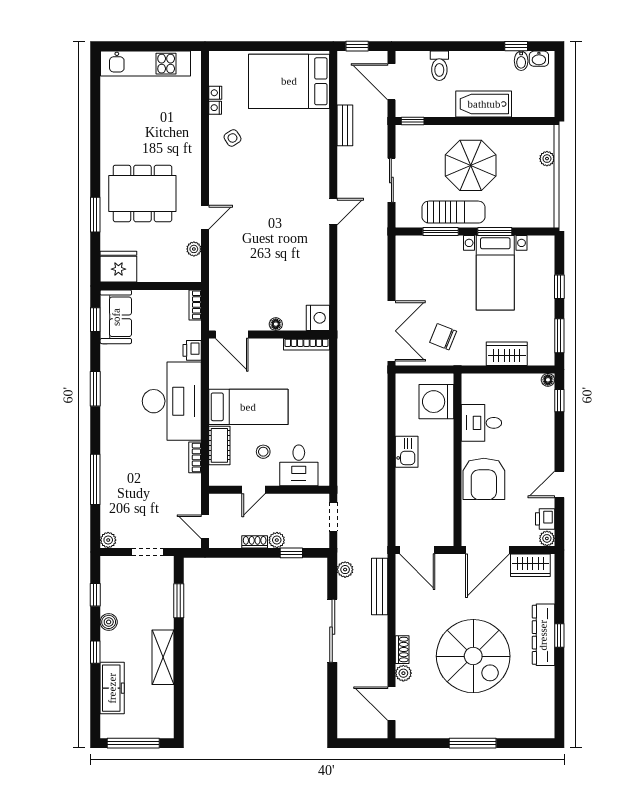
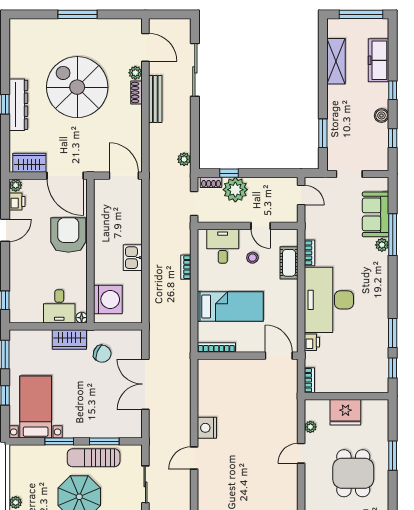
dining table: (142, 193) -> (353, 473), width x0.73
fridge: (118, 267) -> (345, 412), moved
bed with nightstands: (495, 273) -> (36, 407), moved
sofa: (116, 317) -> (376, 214), moved
nightstand: (318, 318) -> (207, 428), moved
floor lamp: (276, 324) -> (242, 364), removed
double door: (391, 331) -> (145, 384), moved
wardrobe: (507, 354) -> (69, 339), moved
floor lamp: (548, 380) -> (82, 318), moved
window: (95, 389) -> (393, 333), moved
bed: (248, 407) -> (230, 307), moved, turned 180
desk: (481, 423) -> (59, 306), moved, turned 90
bookcase: (343, 440) -> (186, 267), added
door: (253, 490) -> (261, 226), swing flipped
plant: (108, 540) -> (382, 245), moved
plant: (277, 540) -> (235, 190), width x1.87, depth x1.87
shoe rack: (255, 542) -> (211, 182), moved
door: (487, 550) -> (65, 176), swing flipped
bench: (380, 587) -> (155, 99), moved
sliding door: (332, 631) -> (195, 70), moved
shelving: (163, 657) -> (336, 61), moved

